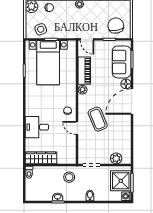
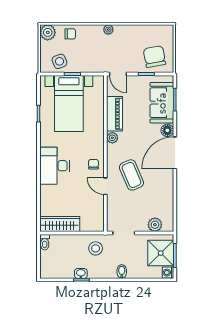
desk: (37, 127) -> (55, 166), moved, width x1.37

